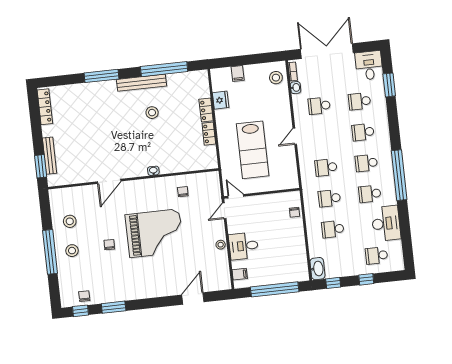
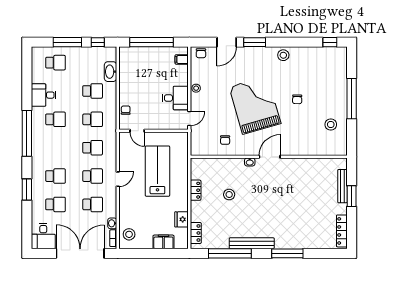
double door: (327, 51) -> (80, 253), swing flipped
filing cabinet: (238, 74) -> (163, 242), width x2.00
window: (389, 85) -> (27, 190), moved
locker: (206, 110) -> (196, 233), moved
stool: (152, 113) -> (229, 195), moved
school desk: (366, 163) -> (93, 176), moved
window: (41, 166) -> (352, 196), moved
door: (109, 181) -> (270, 157), moved
door: (236, 196) -> (137, 131), moved
desk: (386, 223) -> (44, 95), width x0.73
grand piano: (154, 233) -> (255, 105), turned 74
desk: (244, 246) -> (175, 98), moved
stool: (72, 251) -> (283, 55), moved
washbasin: (317, 269) -> (110, 72), moved
window: (366, 279) -> (67, 42), width x2.17
chair: (84, 296) -> (201, 53), moved
window: (114, 307) -> (255, 42), moved

